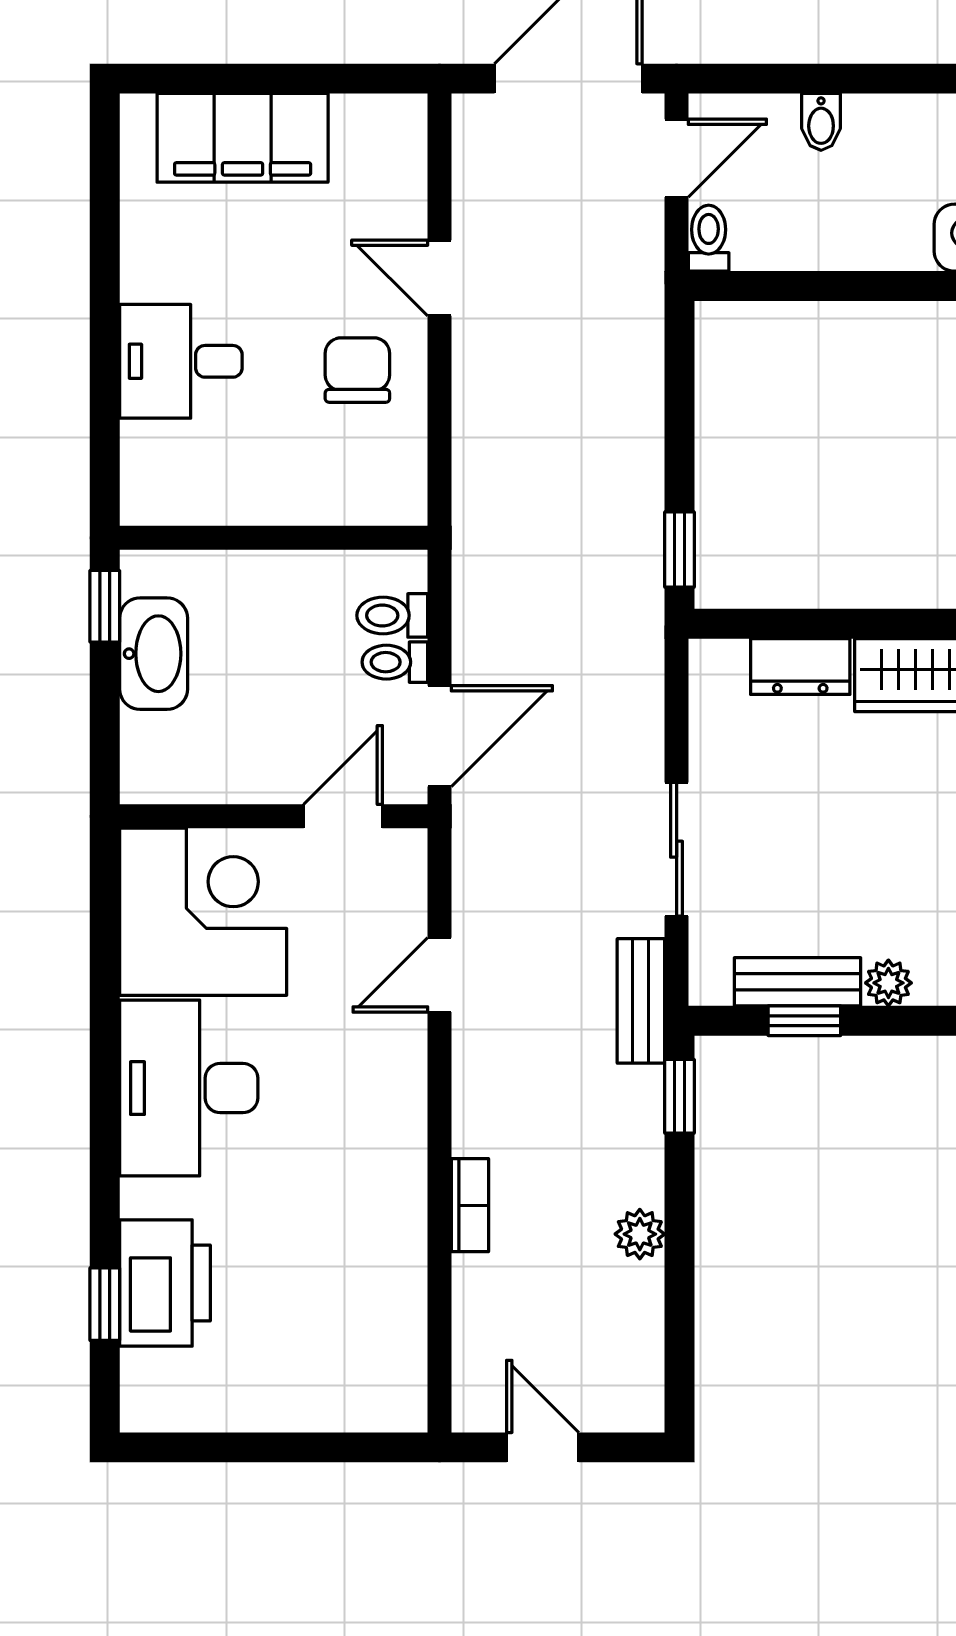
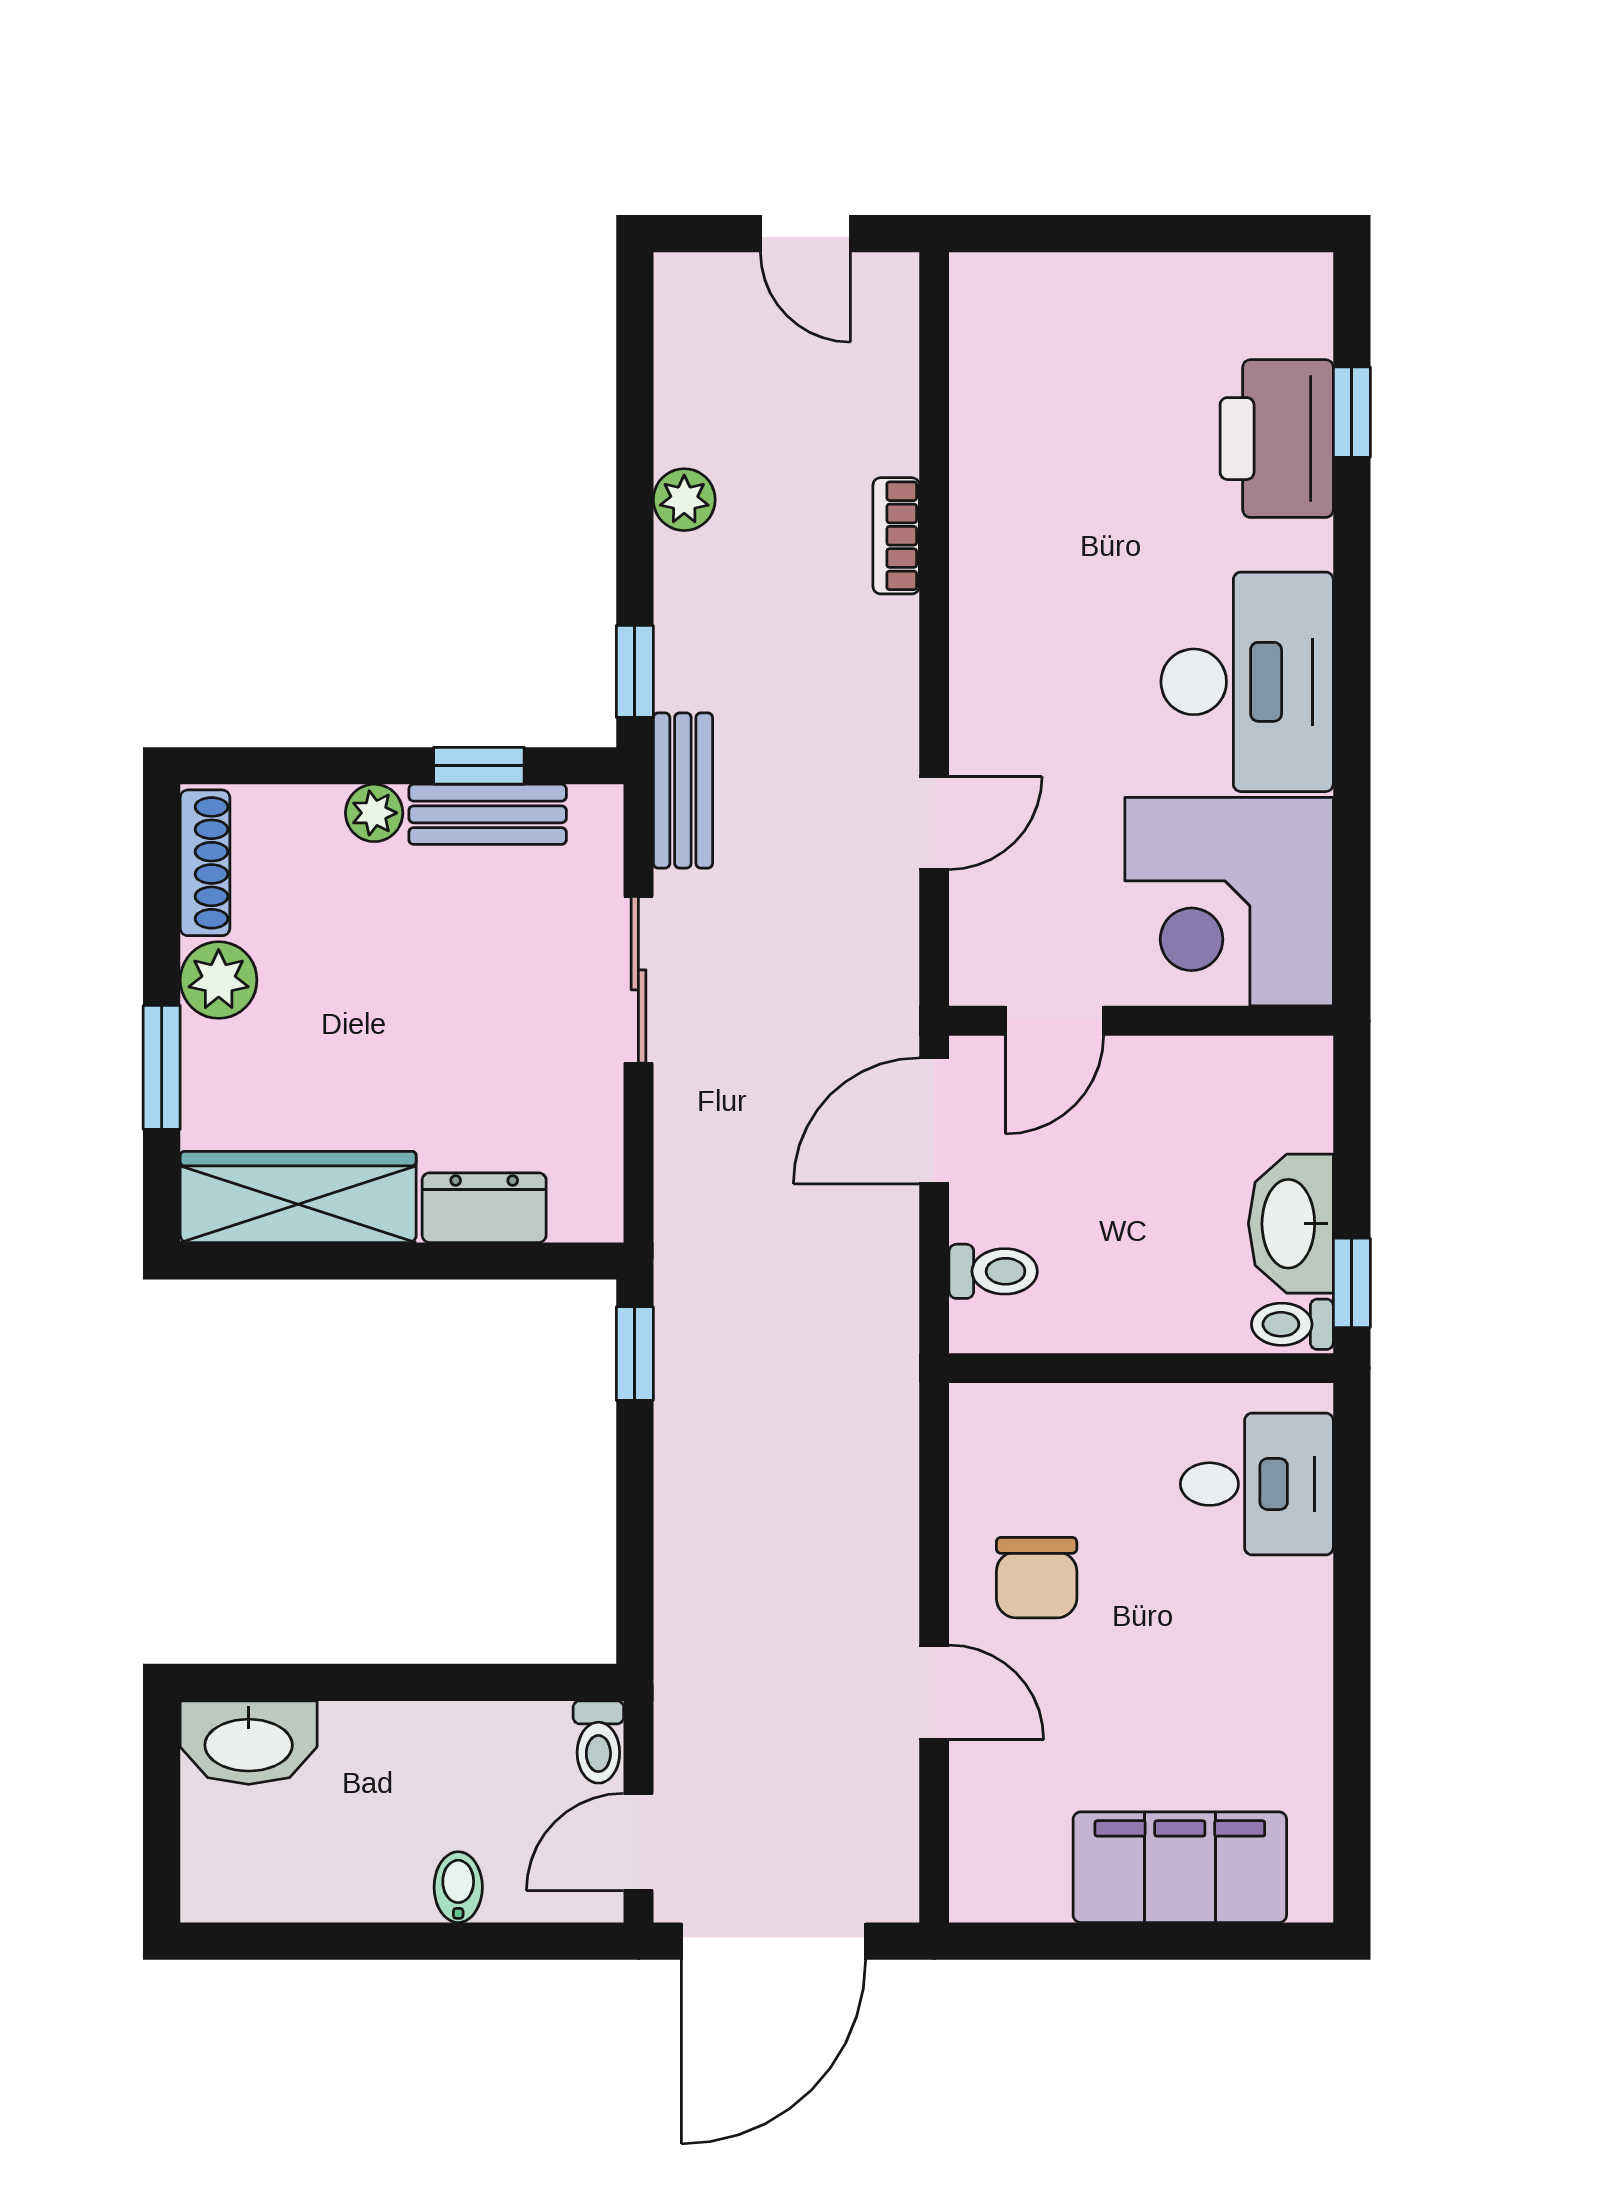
desk: (181, 361) -> (1257, 1484), moved
toilet: (395, 662) -> (1292, 1324), moved, turned 180

